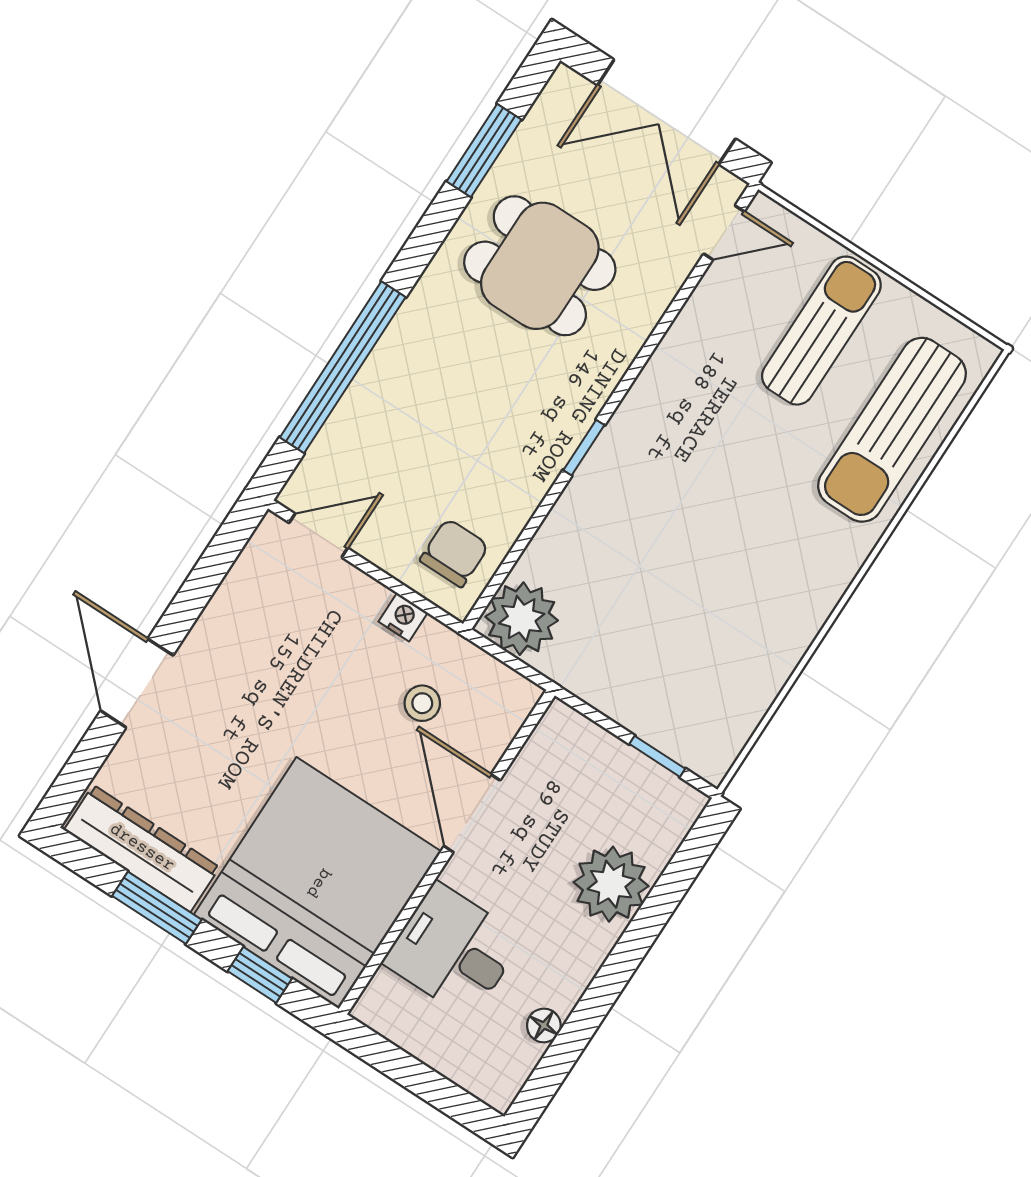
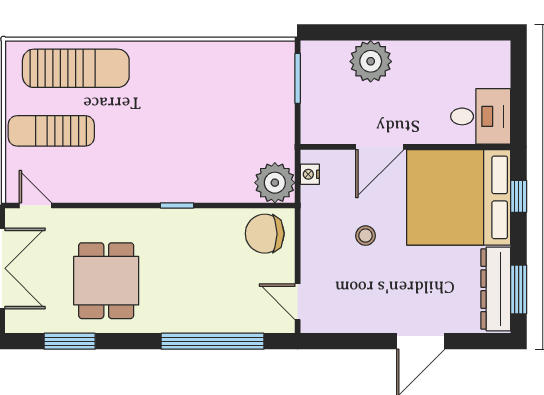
chair: (454, 553) -> (265, 234), width x1.37, depth x1.37
nightstand: (403, 617) -> (310, 174), moved
stool: (422, 703) -> (365, 236), moved
window: (657, 756) -> (298, 78), width x1.50
window: (157, 908) -> (519, 289), moved
desk: (453, 950) -> (481, 116), moved, turned -90
floor lamp: (544, 1025) -> (456, 50), removed

